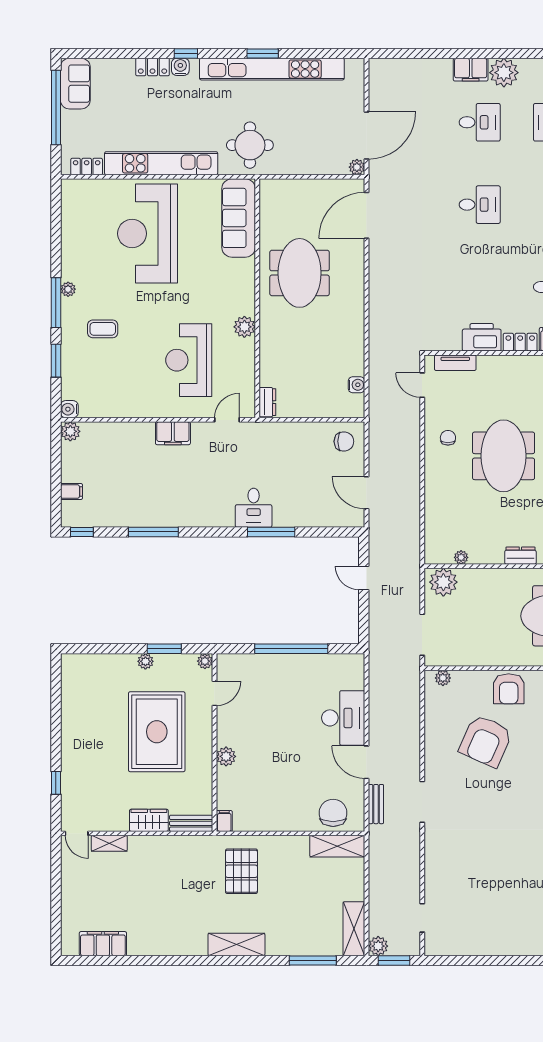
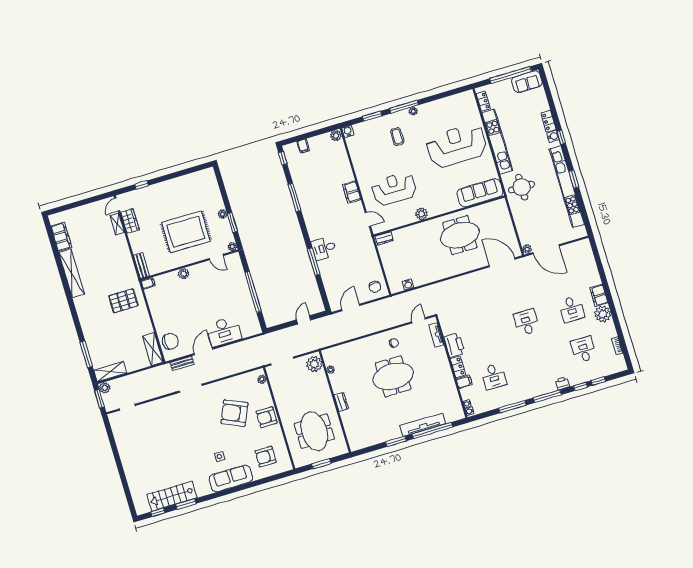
desk: (480, 205) -> (527, 322), turned 180
wardrobe: (149, 820) -> (130, 221), moved
shelving: (236, 944) -> (72, 273), moved, width x1.47

